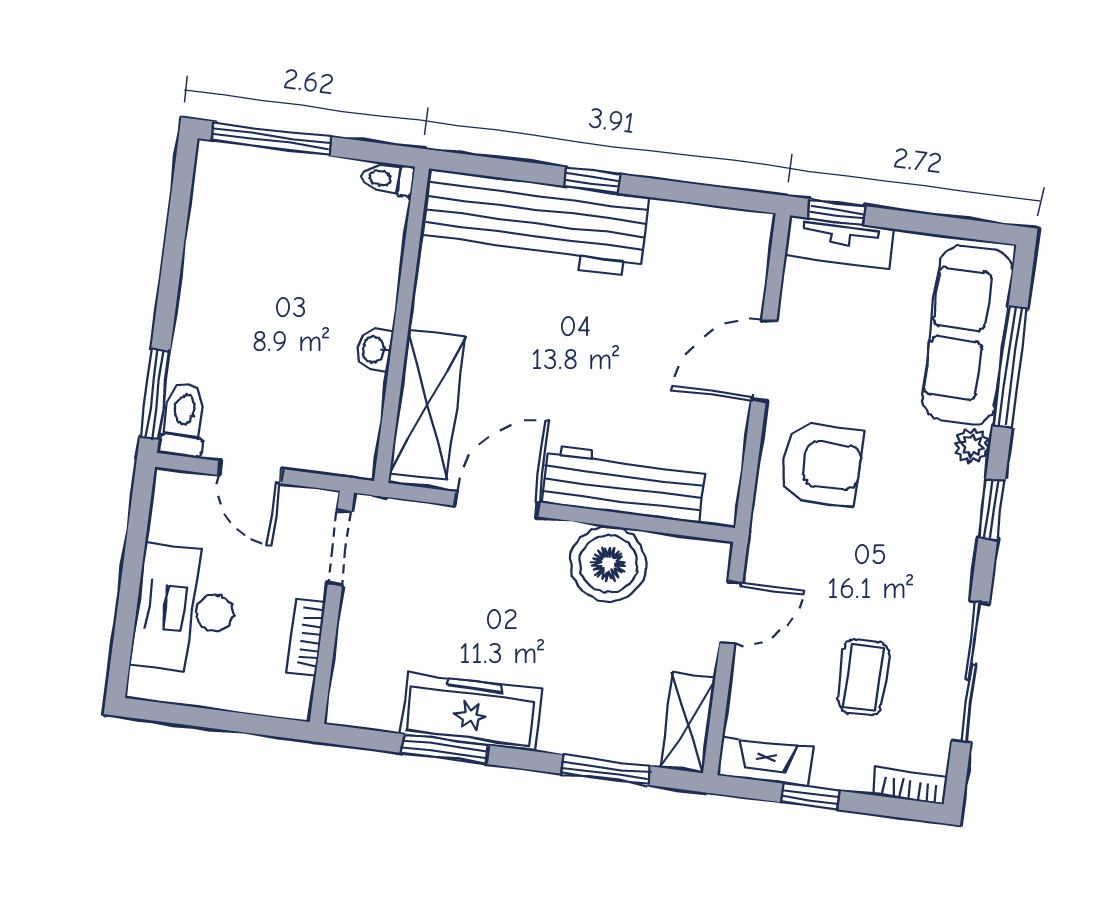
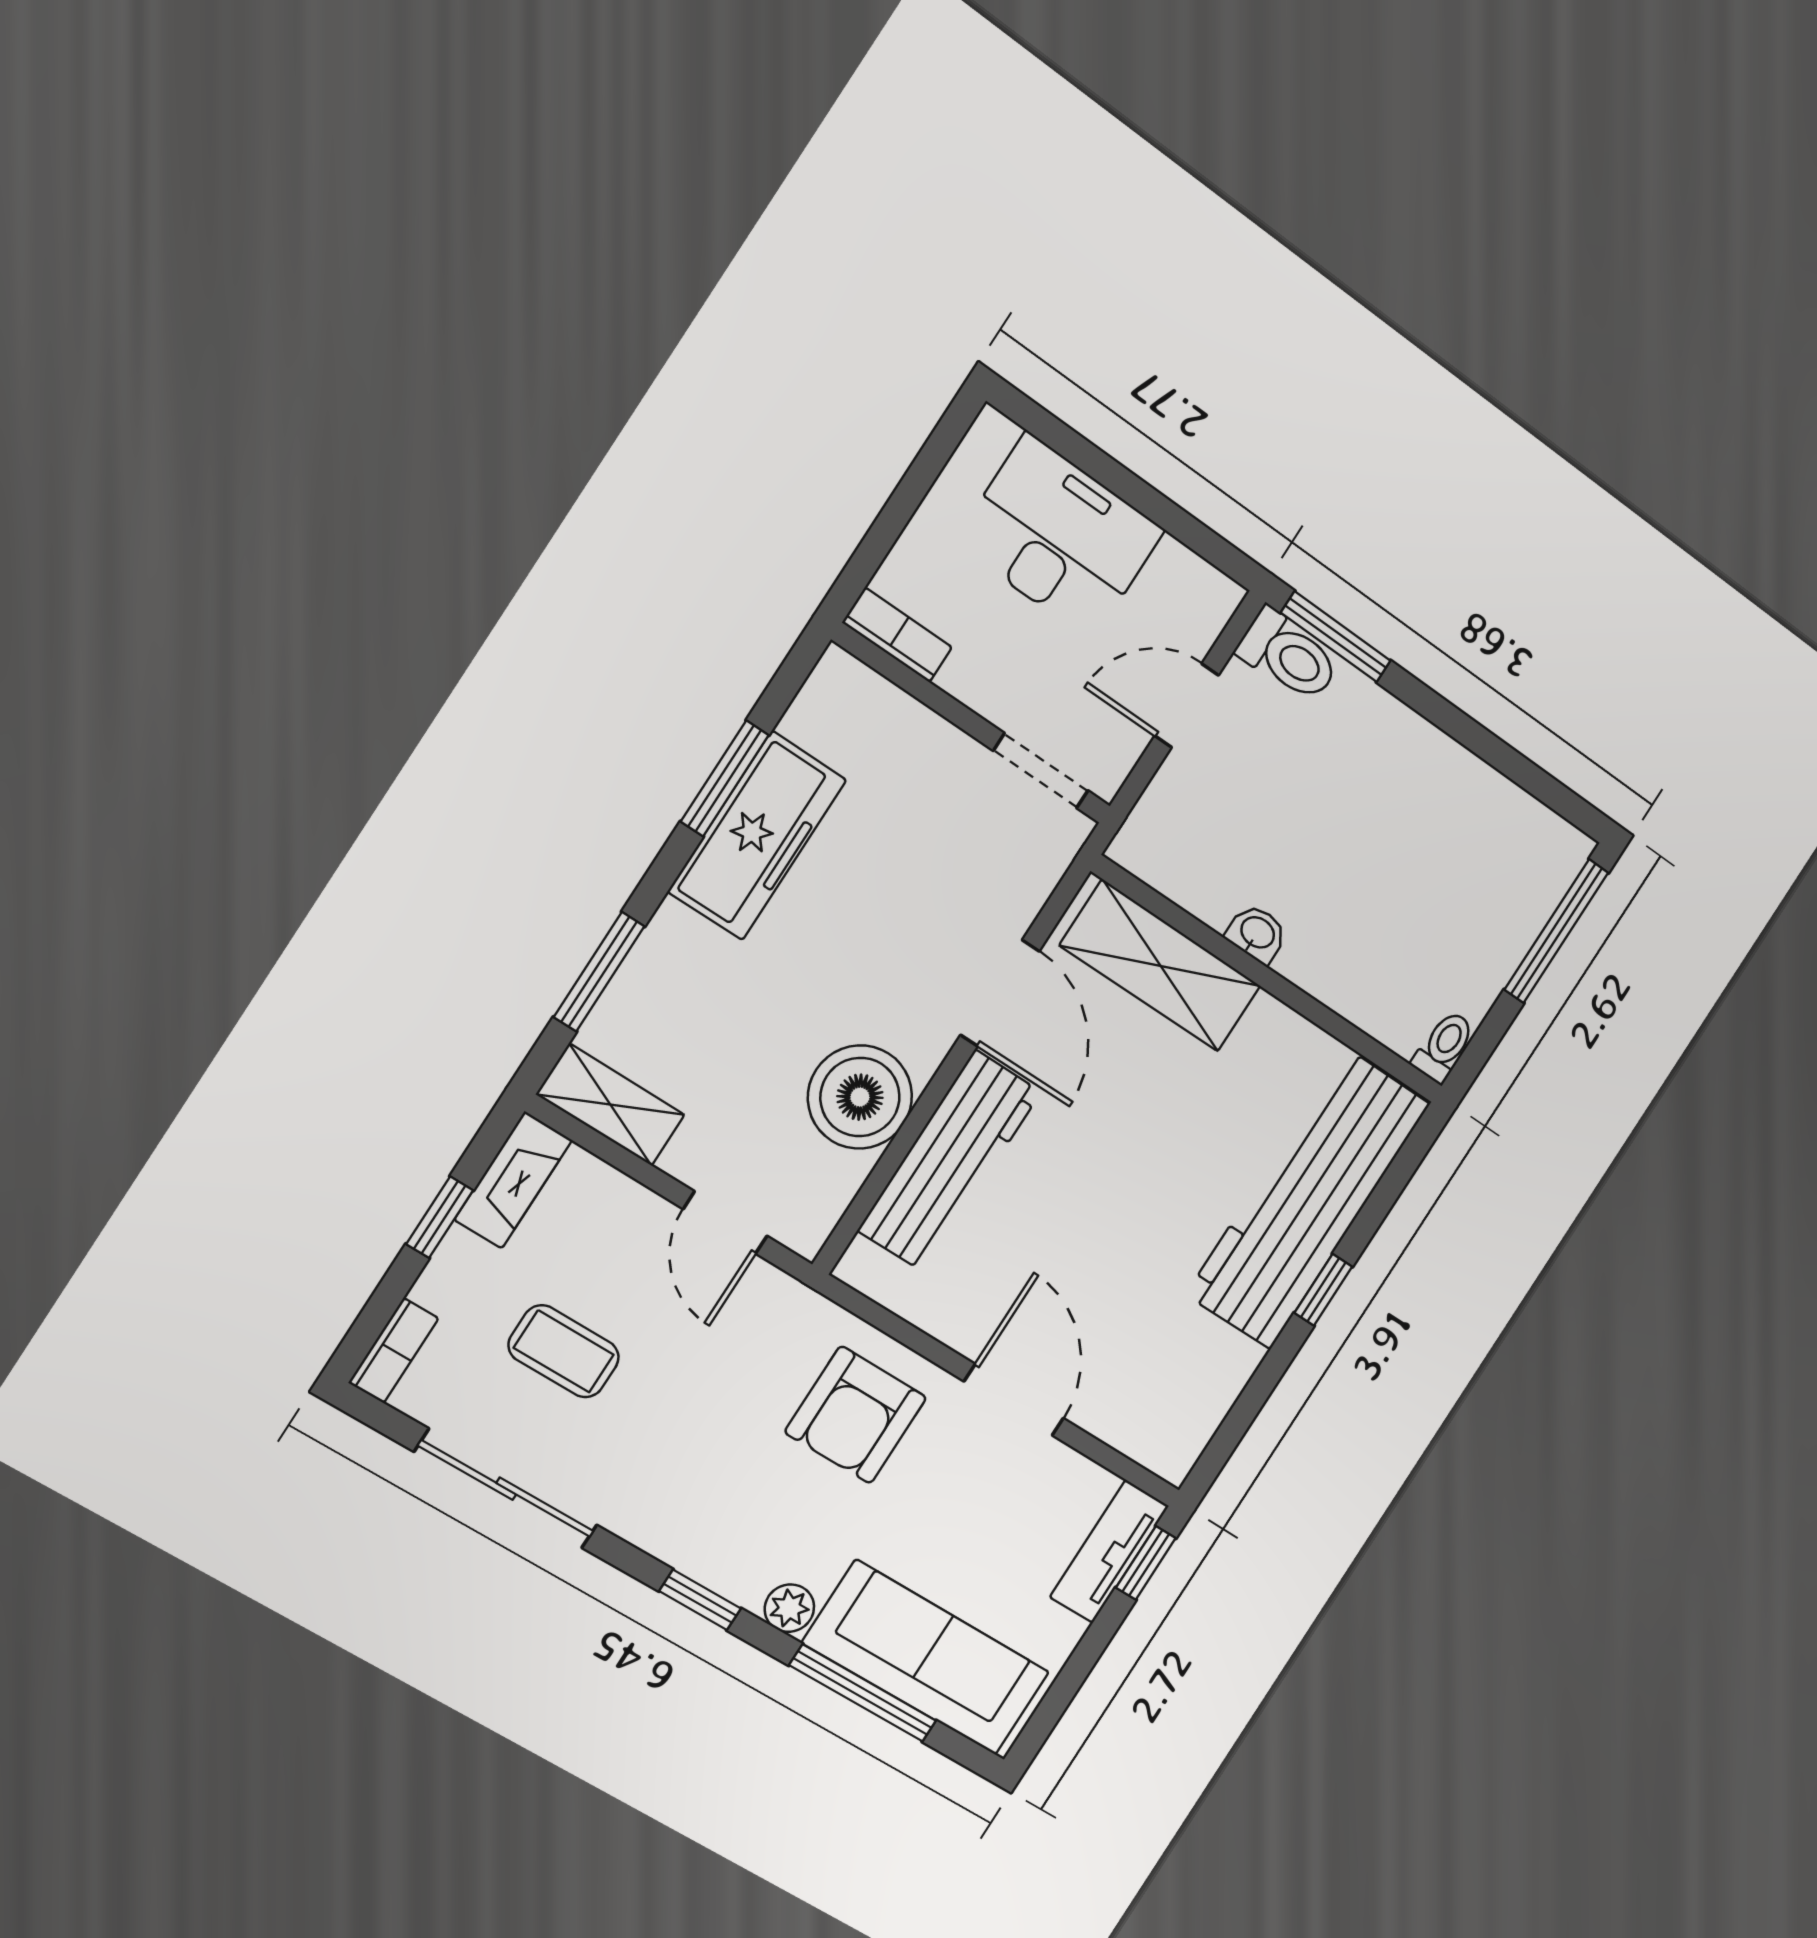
bookcase: (306, 637) -> (897, 635), moved

